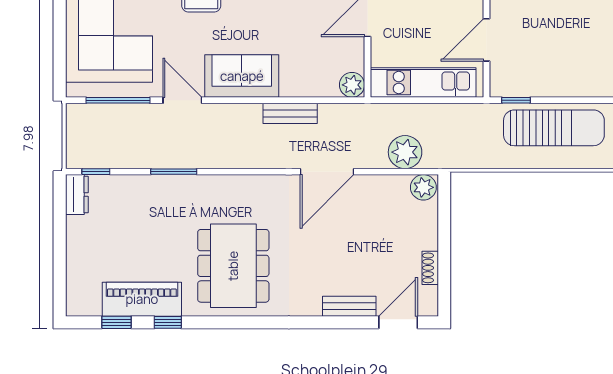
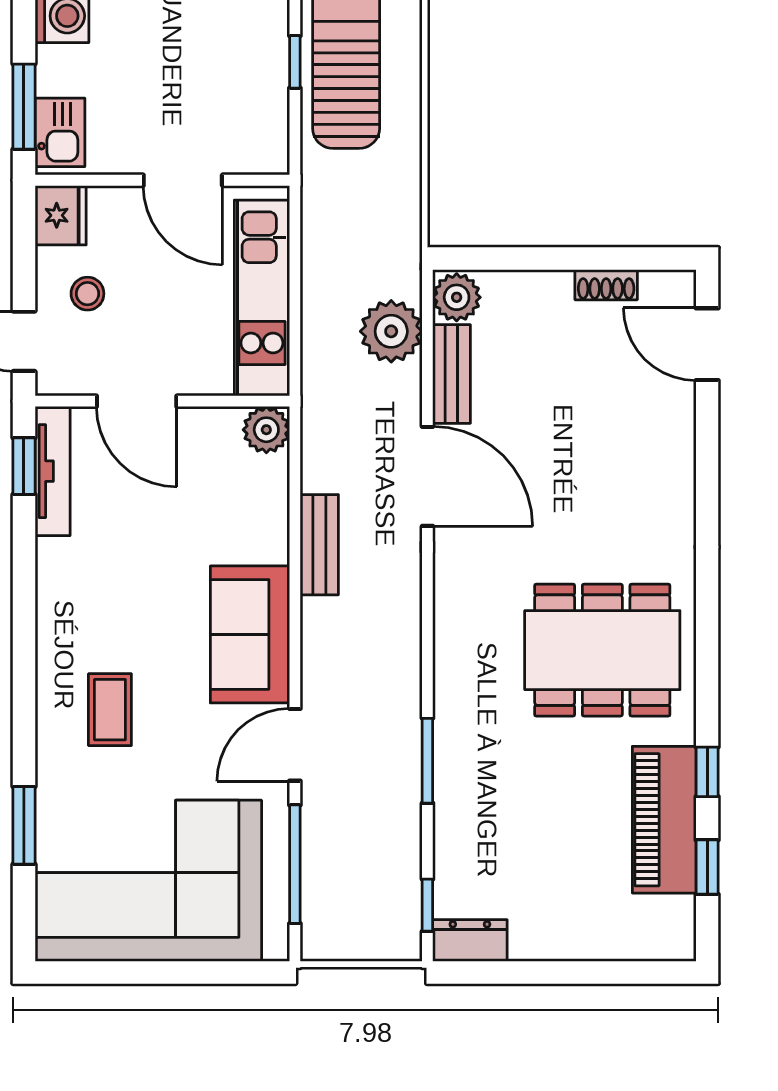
window: (516, 100) -> (295, 62), moved
bench: (349, 306) -> (452, 374), moved

